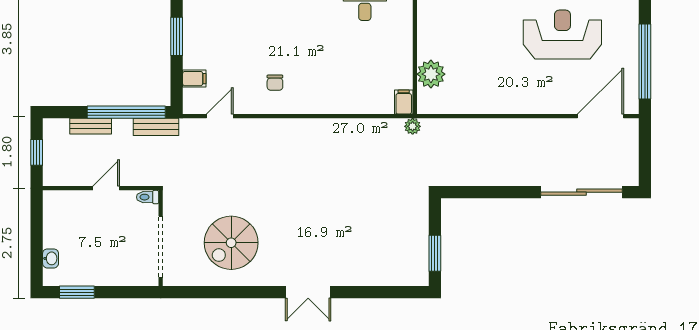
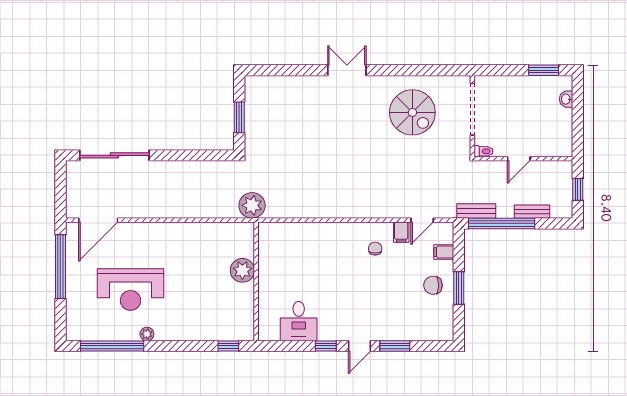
chair: (207, 40) -> (433, 285), added
plant: (431, 74) -> (242, 270), moved
filing cabinet: (404, 102) -> (401, 232), moved
plant: (413, 126) -> (252, 205), width x1.87, depth x1.87
spiral stairs: (231, 243) -> (412, 112), turned 90
window: (435, 253) -> (239, 117), moved

